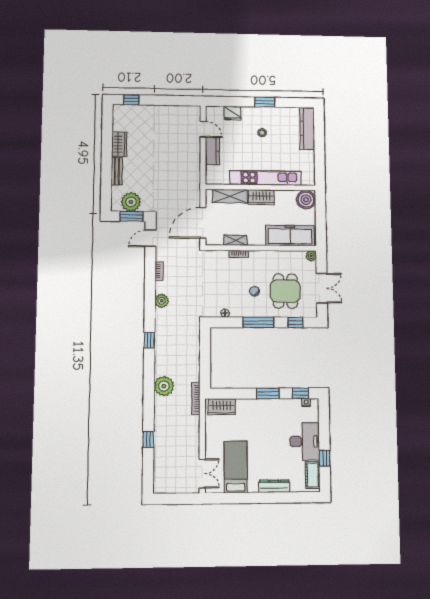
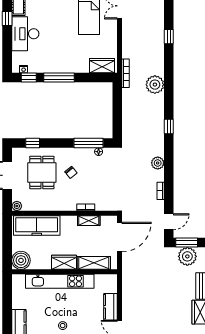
window: (258, 322) -> (88, 143), moved
window: (268, 393) -> (59, 78), width x1.44

